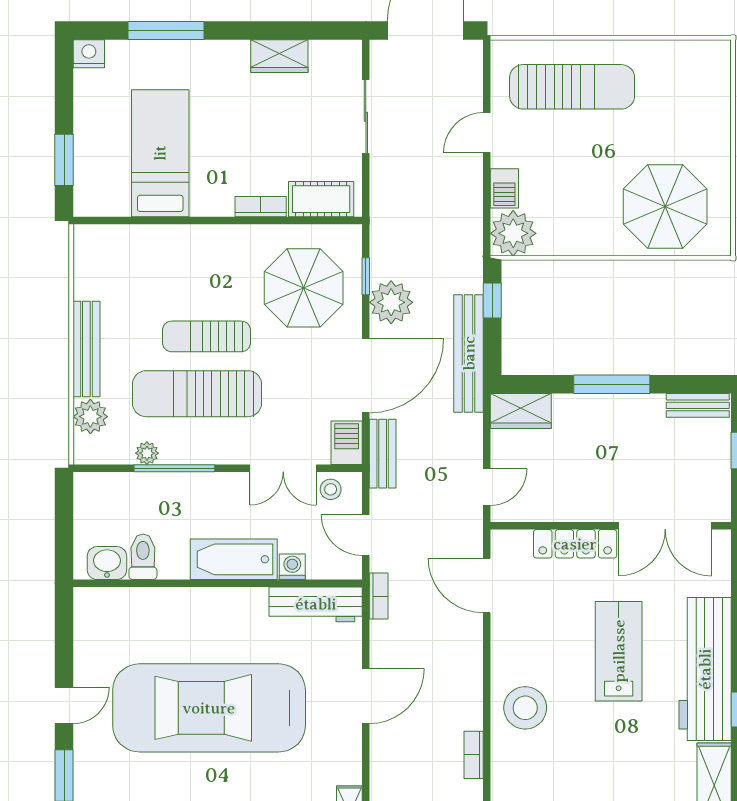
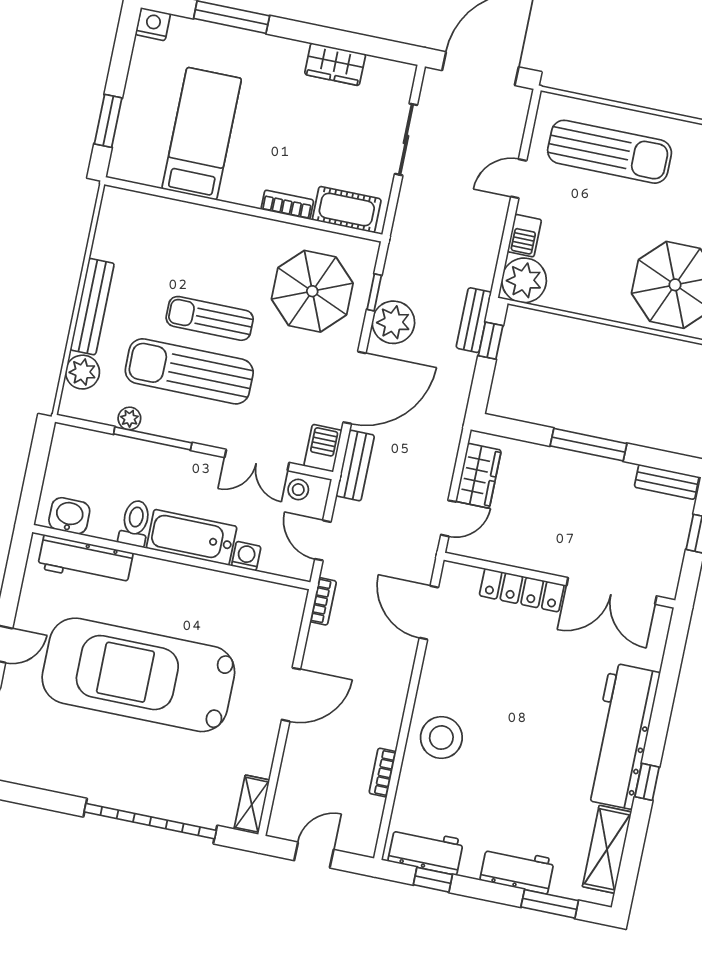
bench: (469, 353) -> (474, 320), moved, width x0.54, depth x0.82
wardrobe: (521, 411) -> (478, 476), moved, turned -90
toilet: (143, 557) -> (135, 523), moved
workbench: (316, 604) -> (85, 560), moved
lab bench: (619, 651) -> (542, 702), removed

